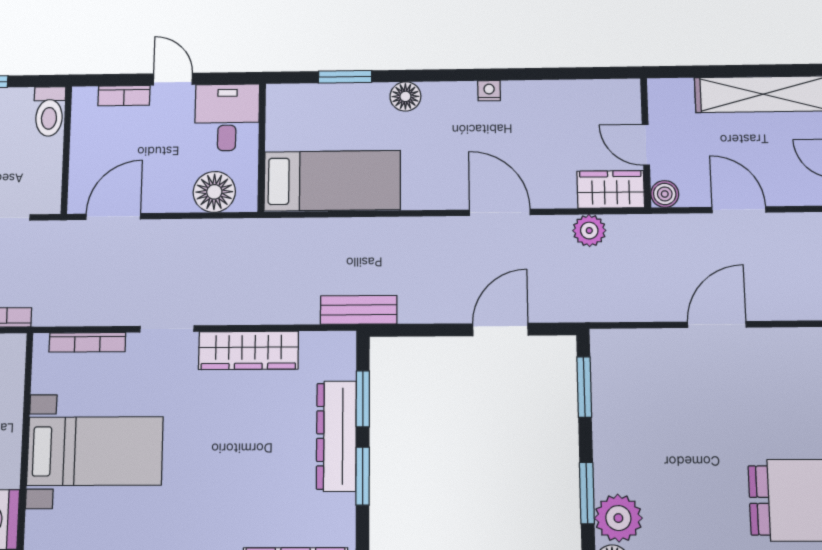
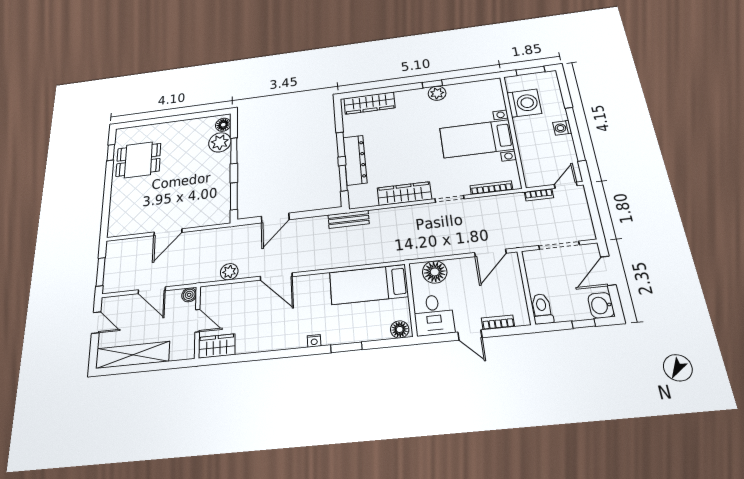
window: (345, 77) -> (346, 347), moved
nightstand: (489, 91) -> (314, 341), moved
floor lamp: (405, 96) -> (400, 329), moved
wardrobe: (611, 189) -> (217, 346), moved, turned 180

